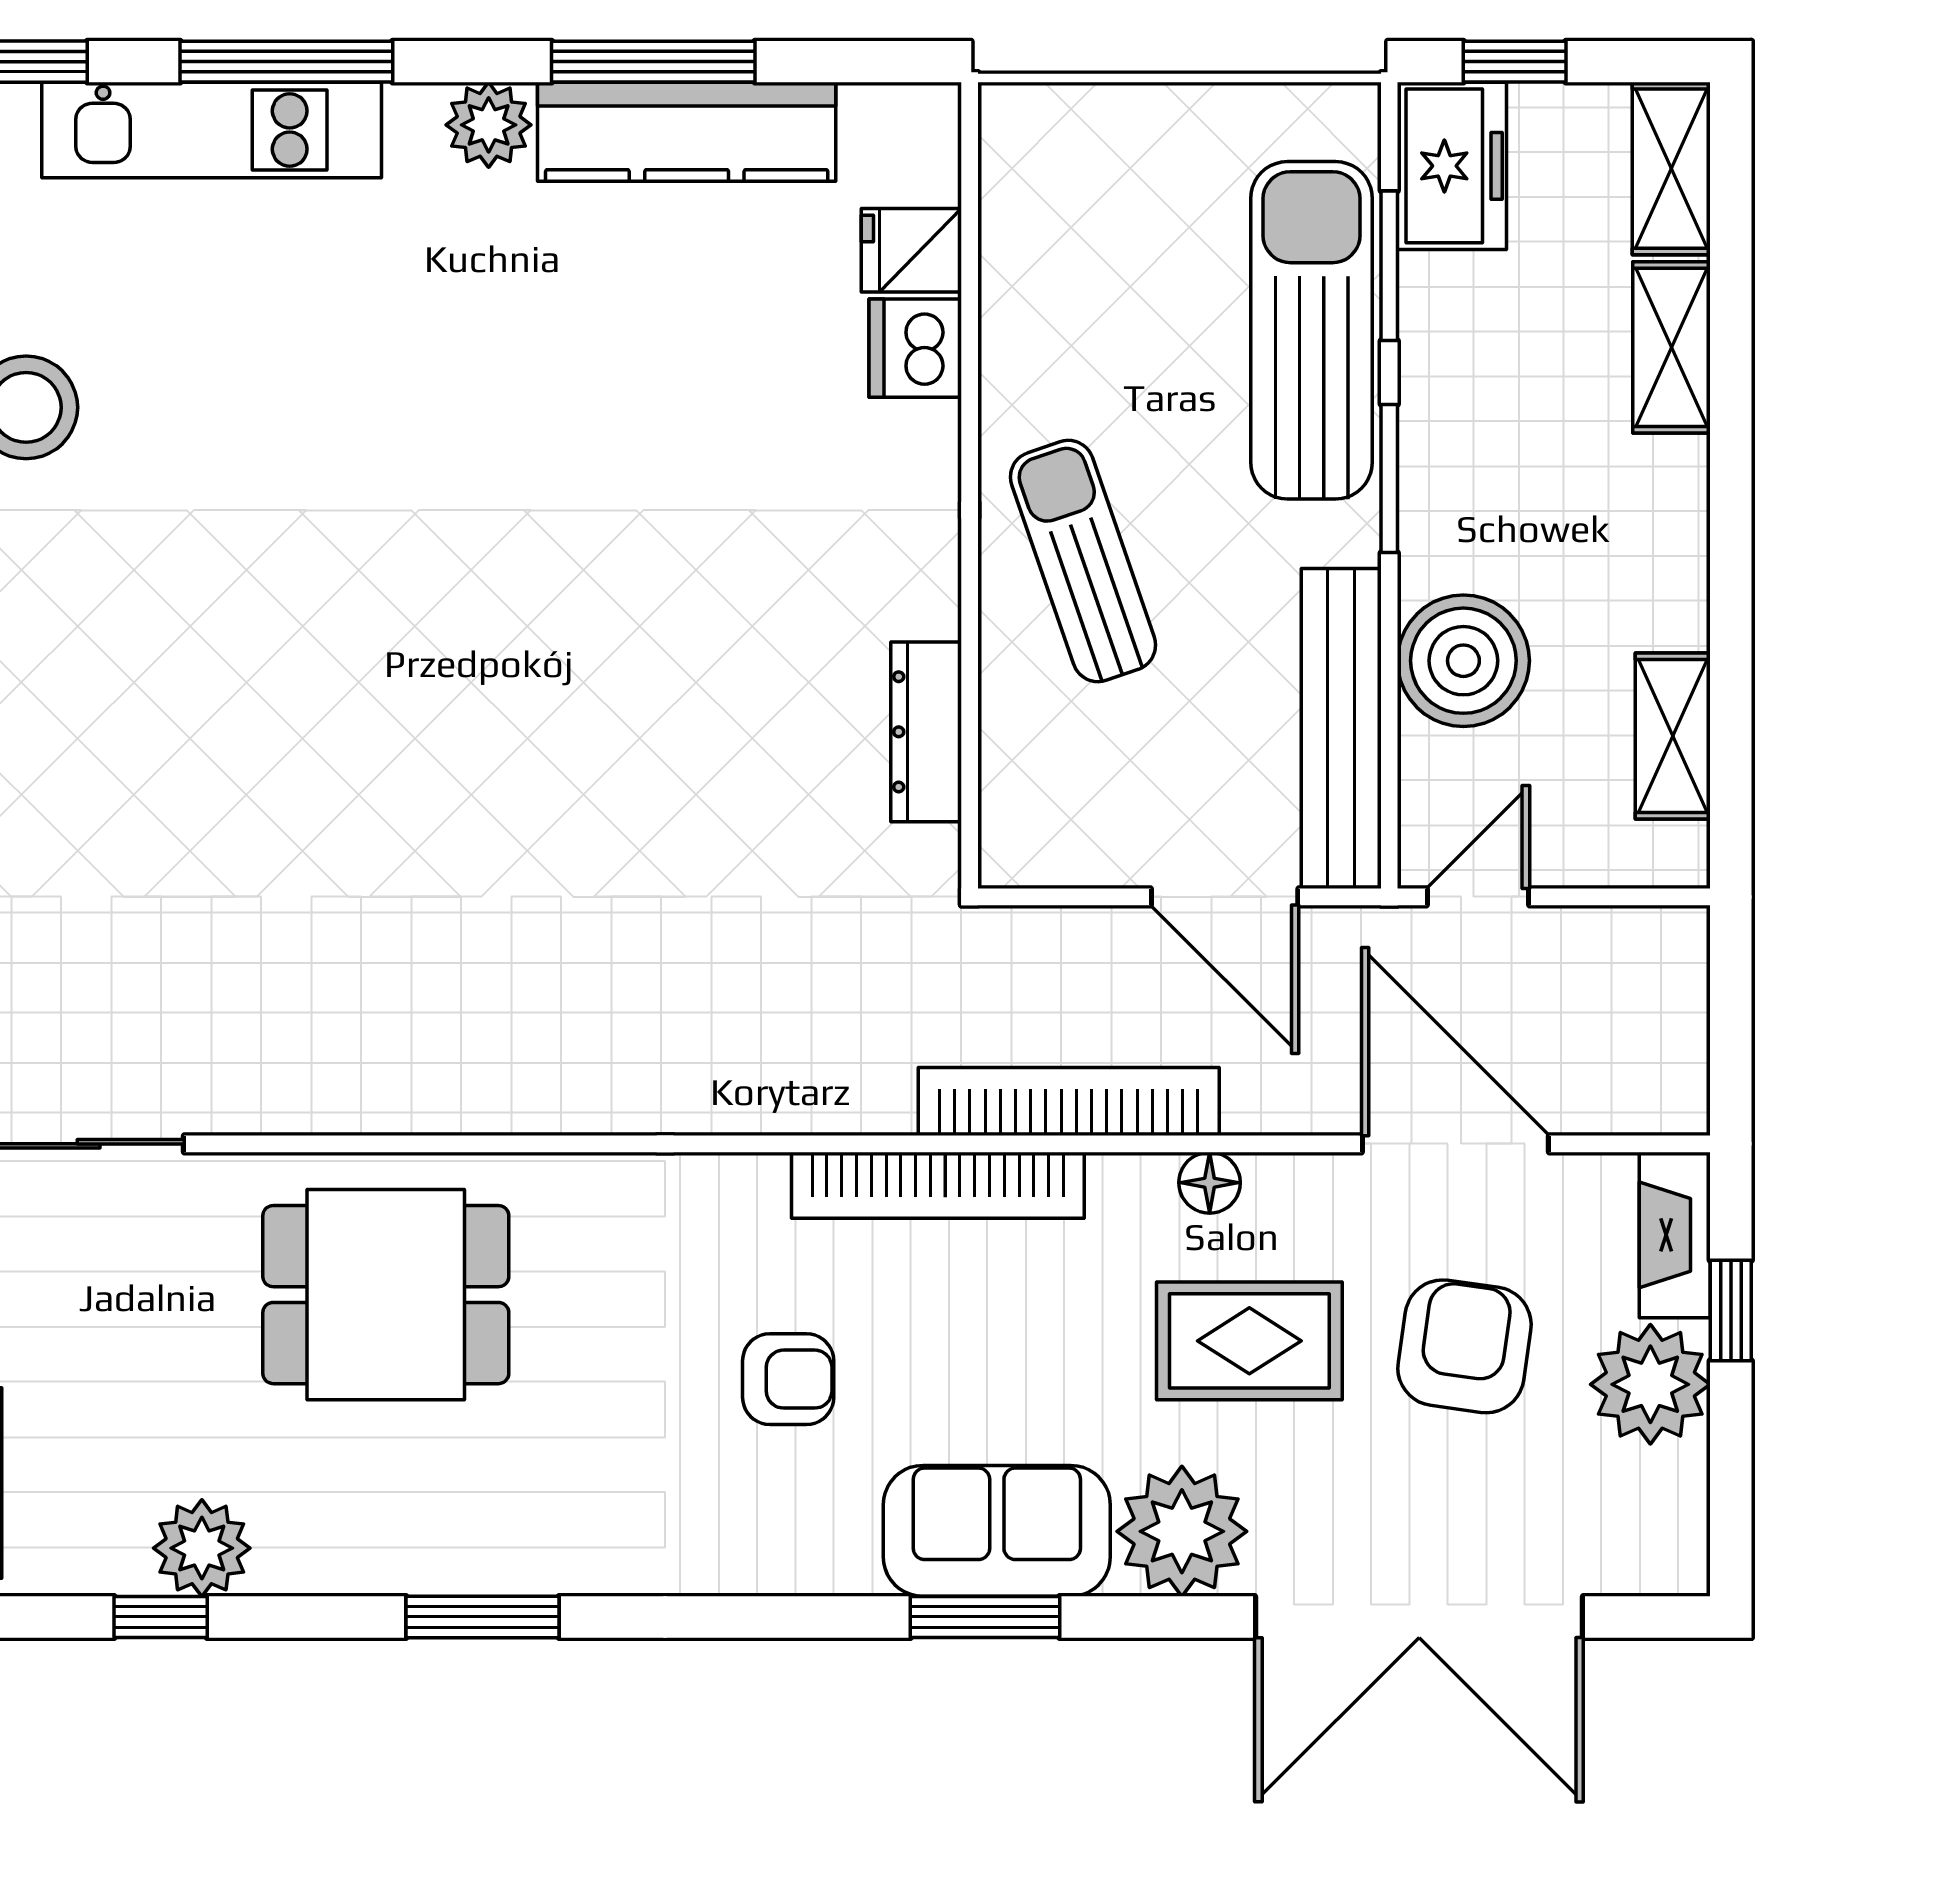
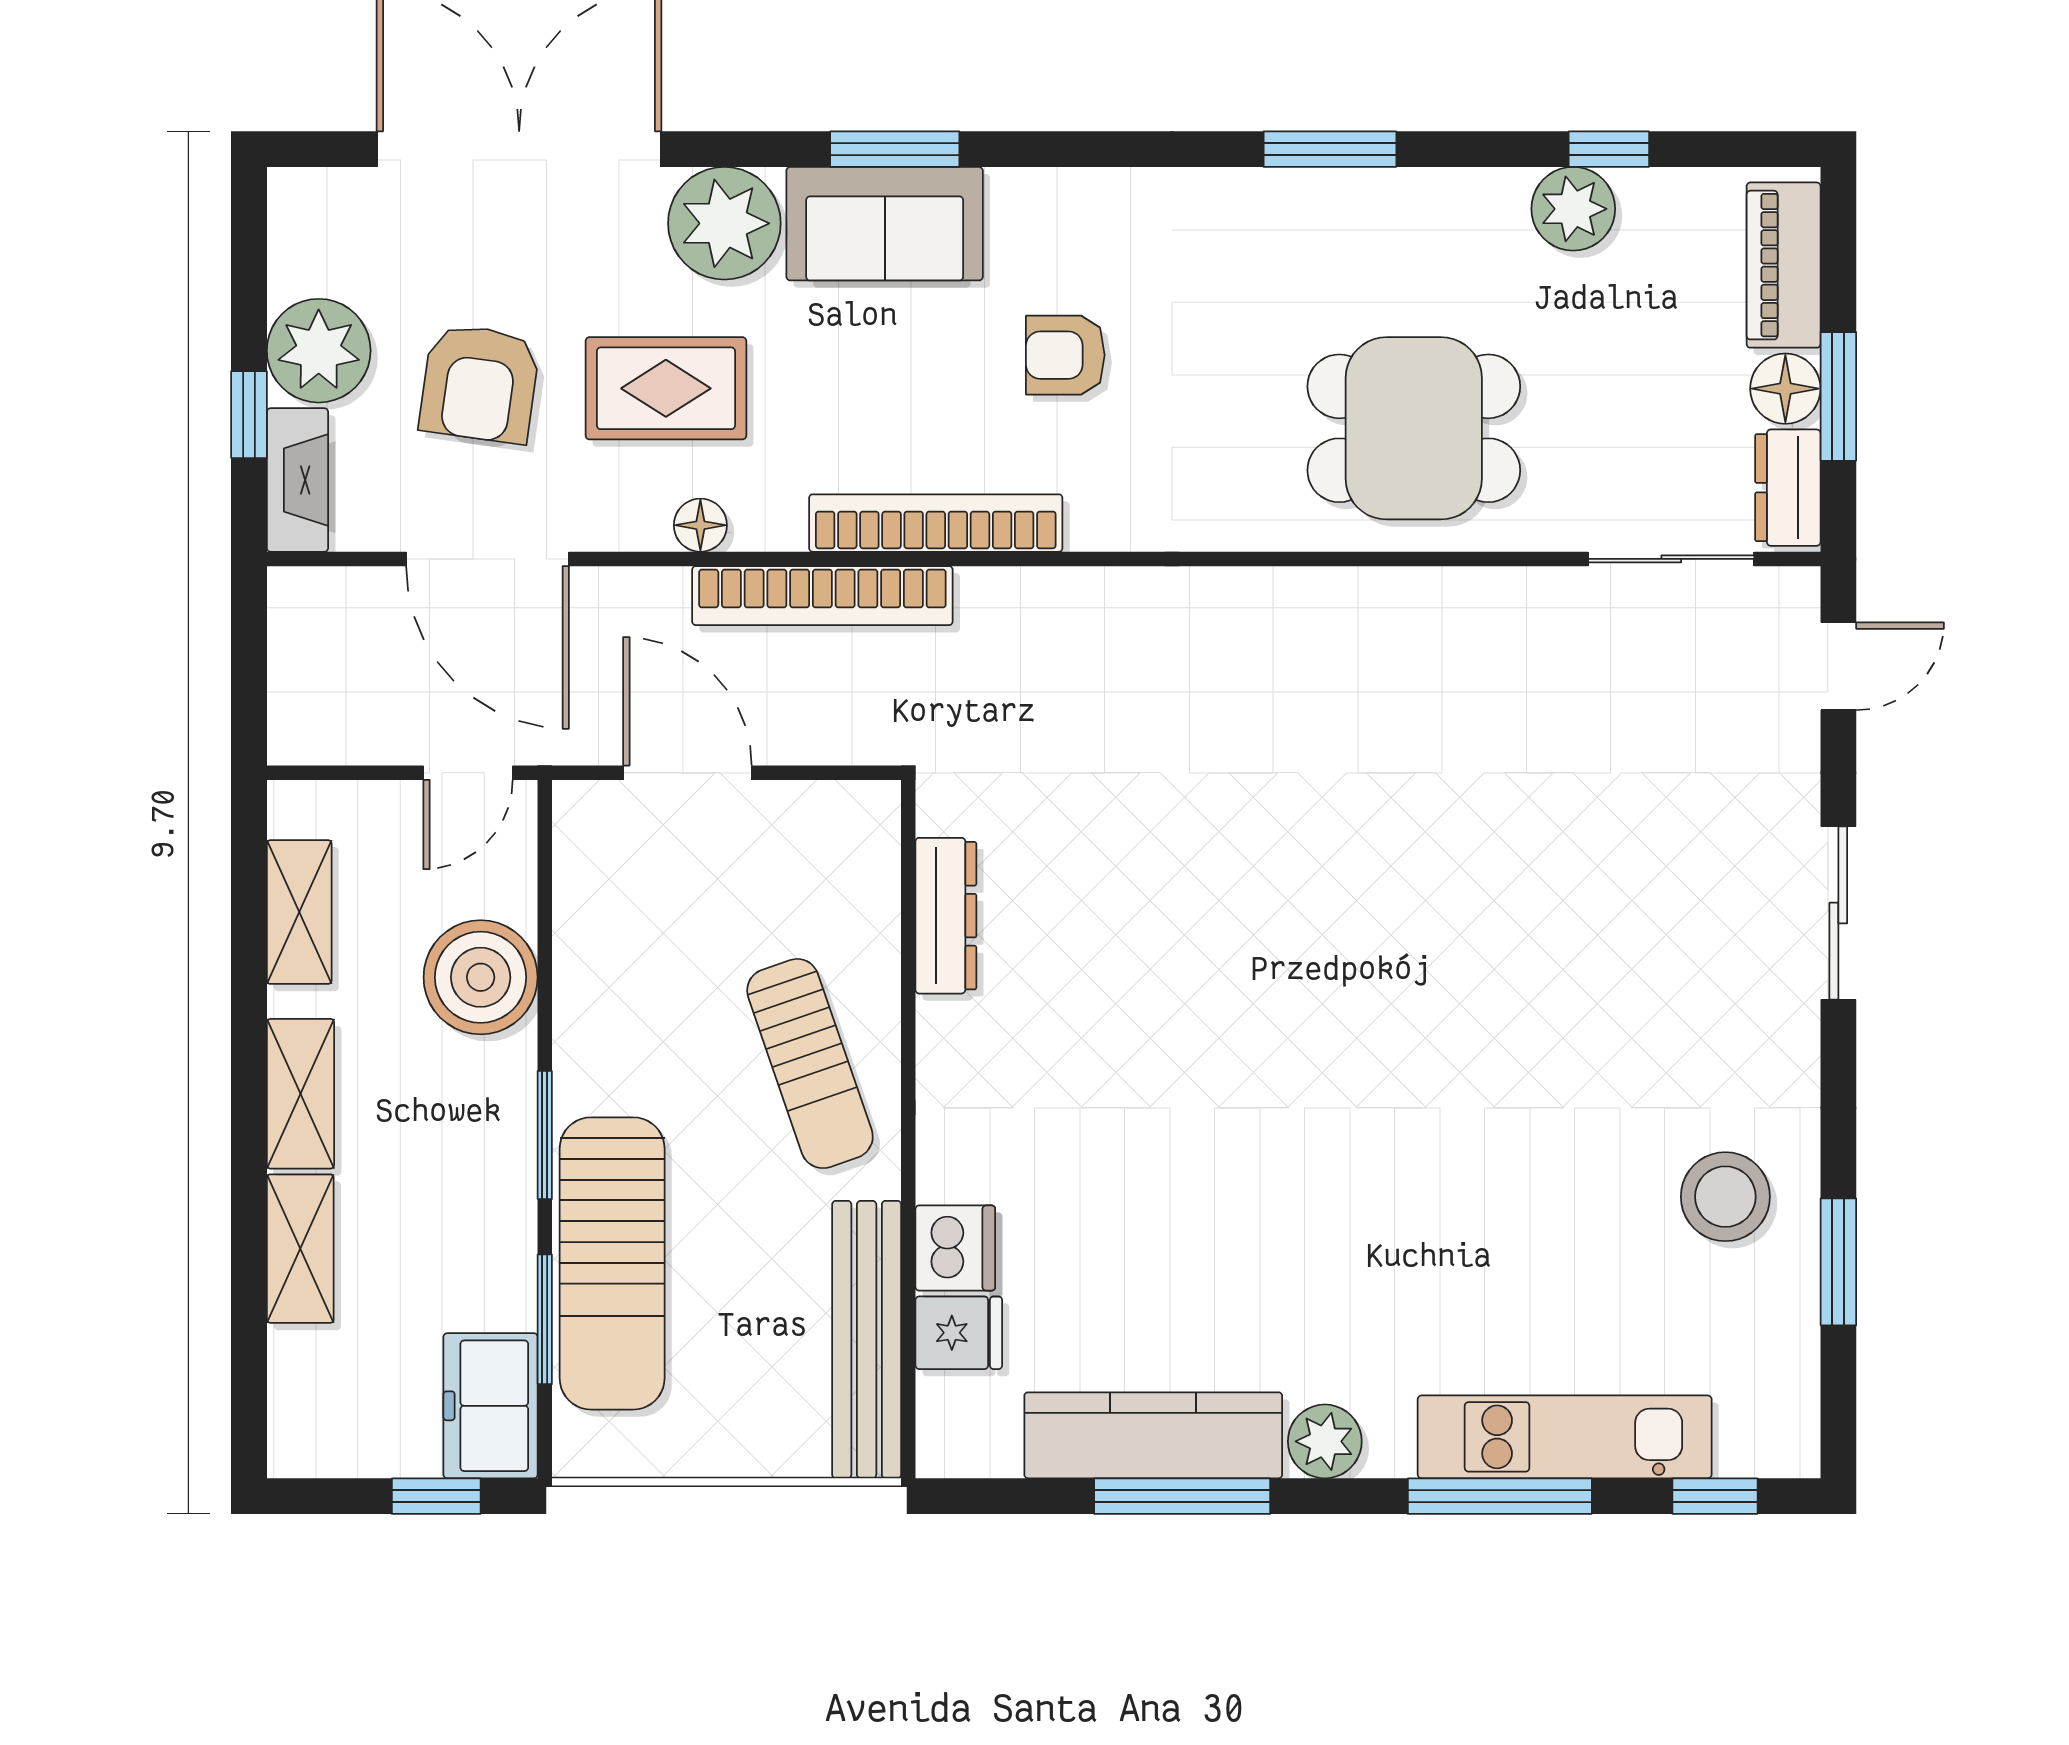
shelving: (1671, 169) -> (300, 1094), moved
bench: (1341, 728) -> (867, 1340), moved

